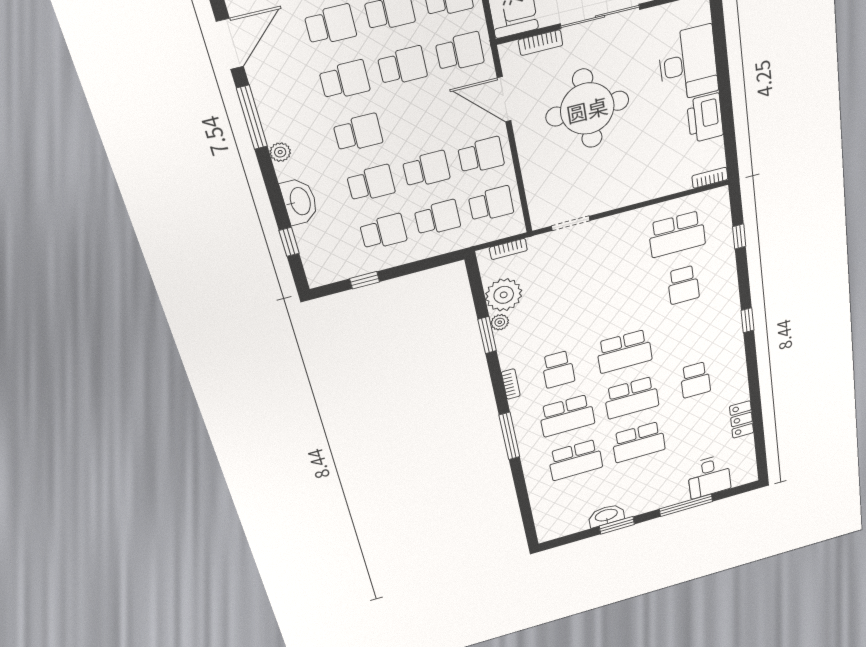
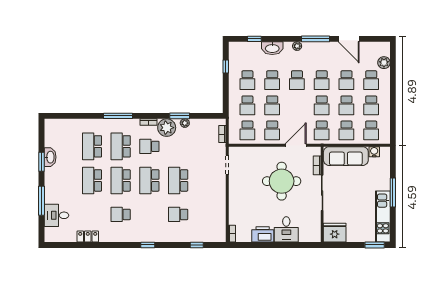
desk: (688, 64) -> (286, 229), width x0.73
school desk: (677, 234) -> (178, 180), moved
plant: (504, 295) -> (167, 128), moved

